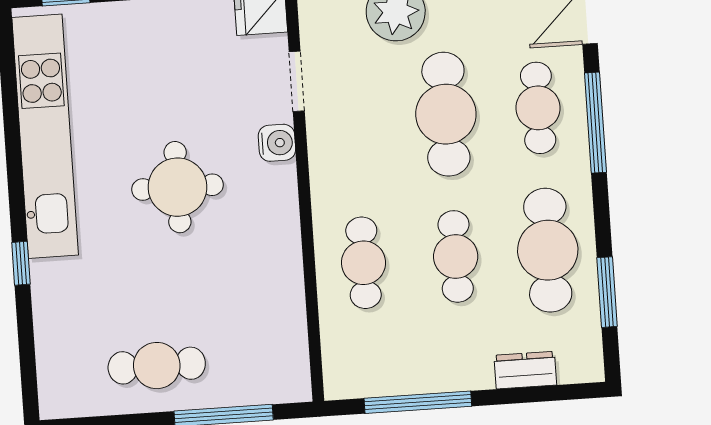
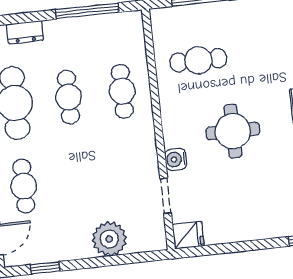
cafe table: (446, 114) -> (77, 180), removed
cafe table: (157, 366) -> (198, 60), moved

